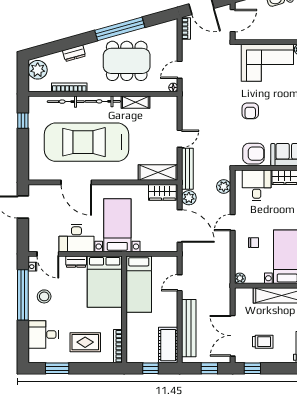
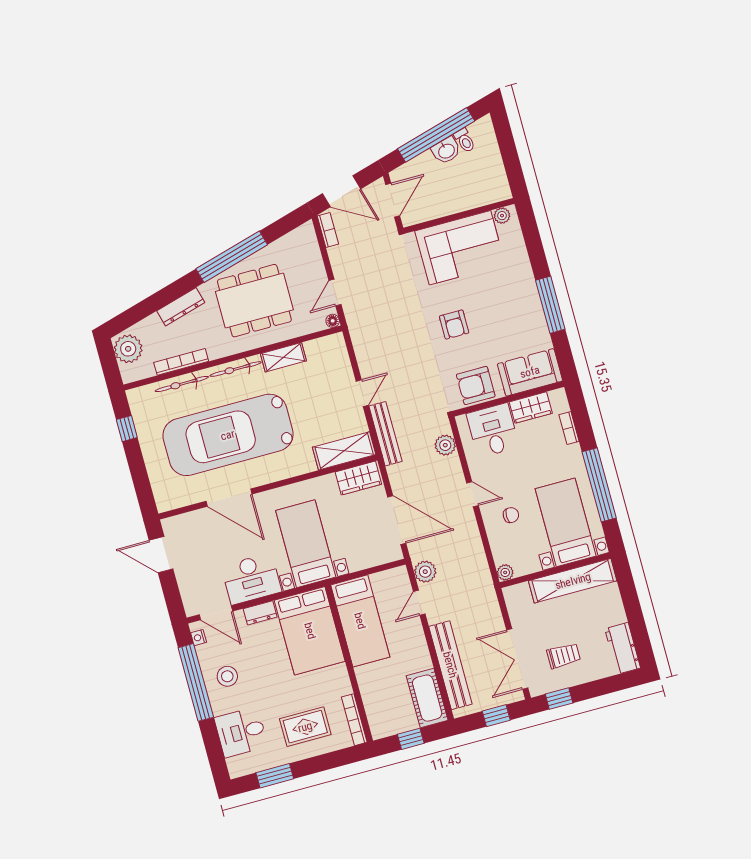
dresser: (74, 53) -> (181, 307), width x1.44
armchair: (253, 154) -> (476, 385), turned 180
plant: (189, 198) -> (425, 572), moved
door: (233, 223) -> (472, 494), swing flipped

